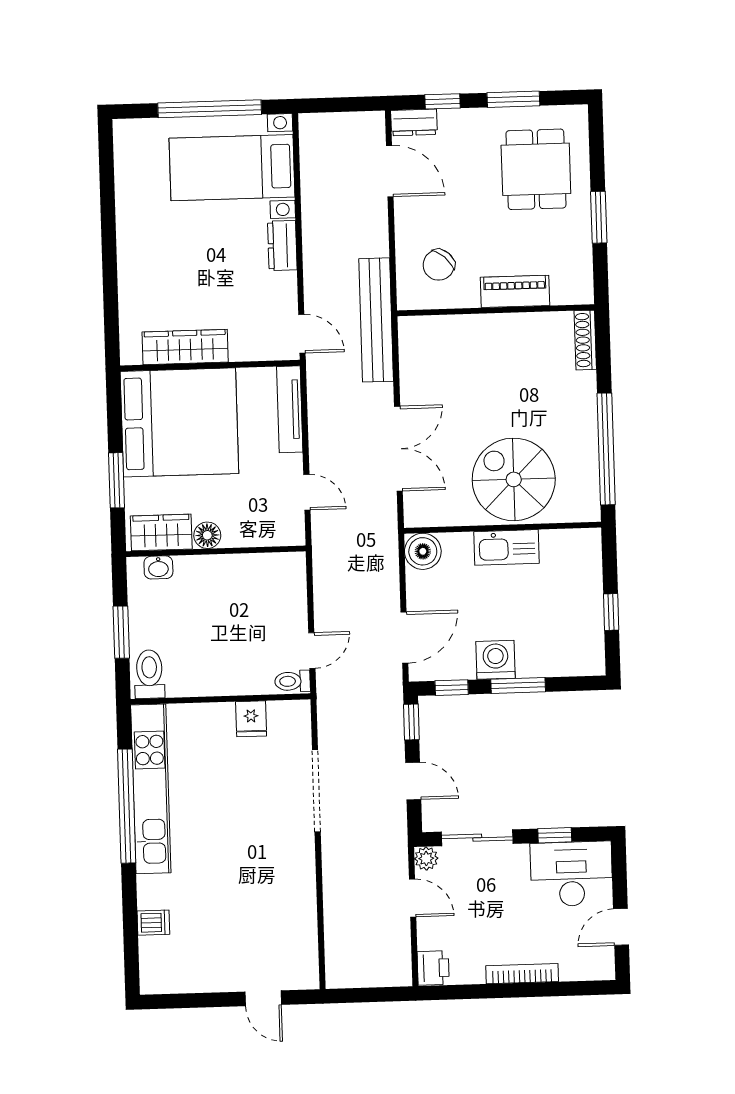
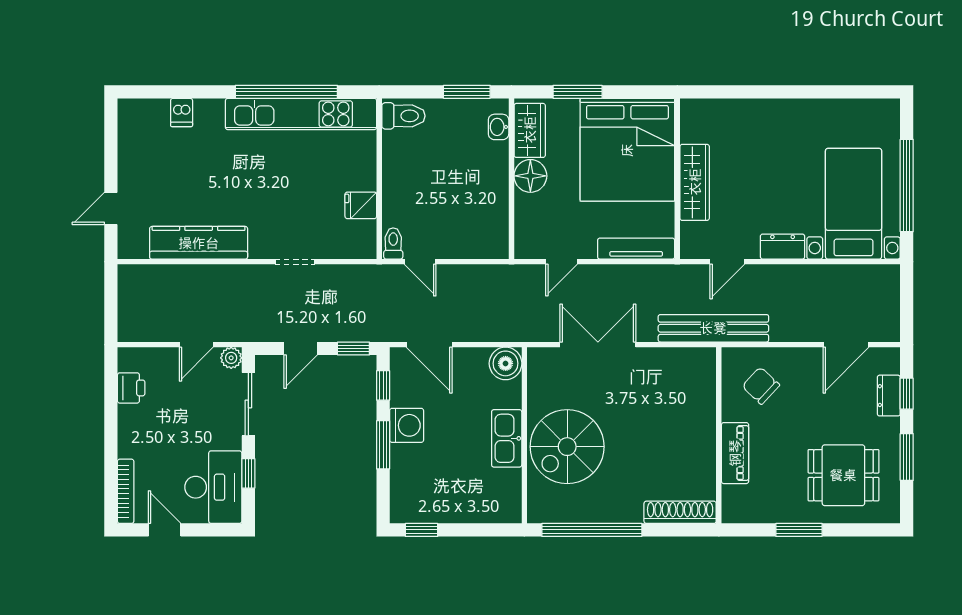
dresser: (414, 122) -> (889, 396), moved
door: (302, 334) -> (727, 262), moved
shoe rack: (585, 340) -> (680, 512), width x1.36, depth x1.24
wardrobe: (185, 347) -> (695, 182), moved
double door: (398, 449) -> (598, 345), swing flipped
spiral stairs: (514, 479) -> (567, 447), turned 180
floor lamp: (207, 535) -> (530, 176), width x1.38, depth x1.38
window: (611, 612) -> (421, 530), moved
window: (121, 632) -> (467, 92), moved
doorway: (316, 791) -> (295, 262), width x0.53
kitchen counter: (299, 899) -> (199, 243), added
printer: (433, 968) -> (131, 388), moved, turned -90
bookcase: (522, 974) -> (126, 491), moved

